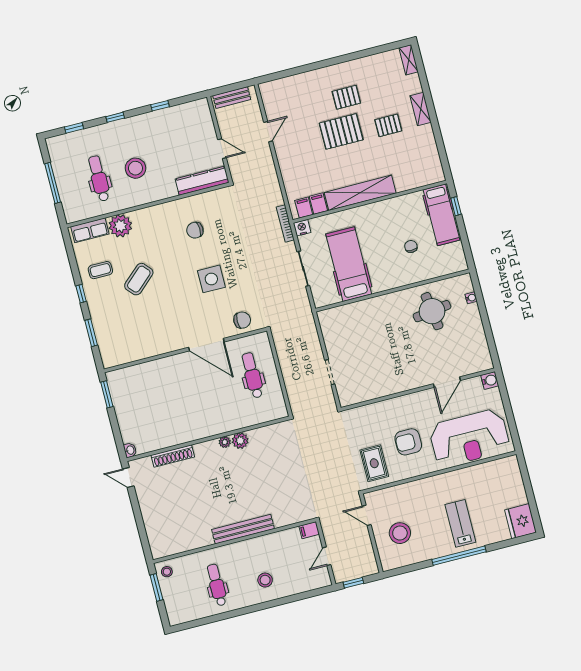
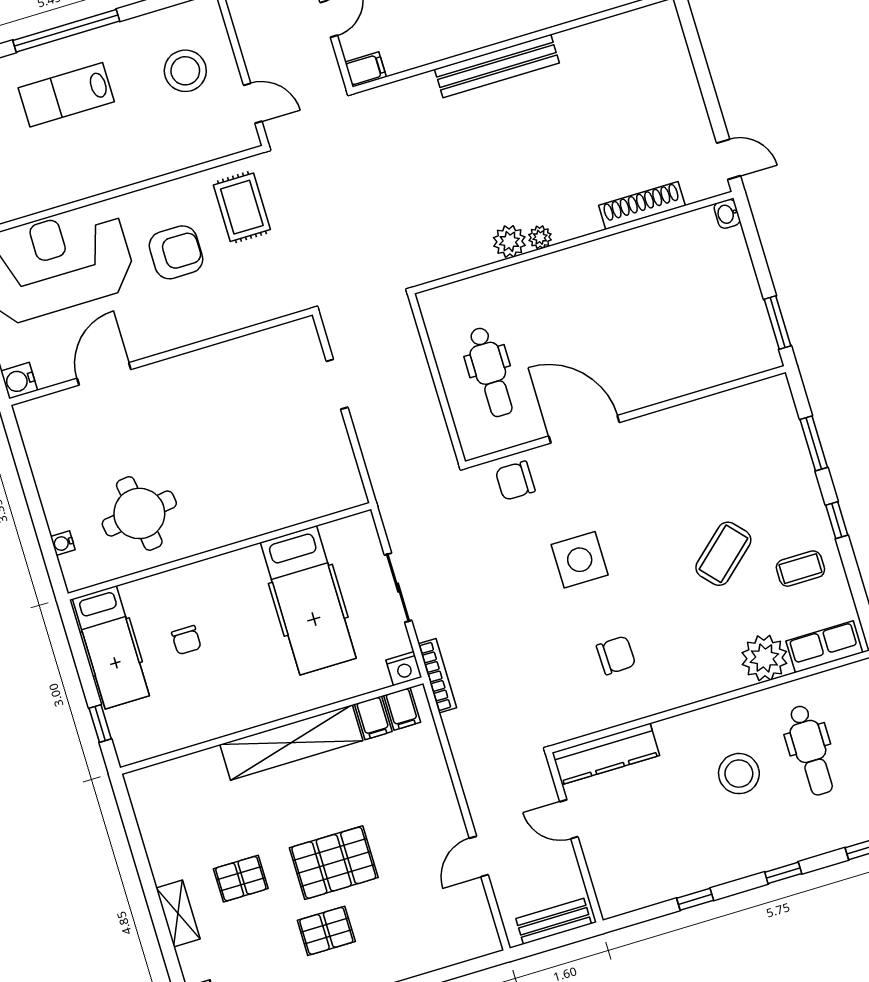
hospital bed: (441, 215) -> (111, 647), moved, turned 180
lab bench: (460, 523) -> (66, 95), turned 90

